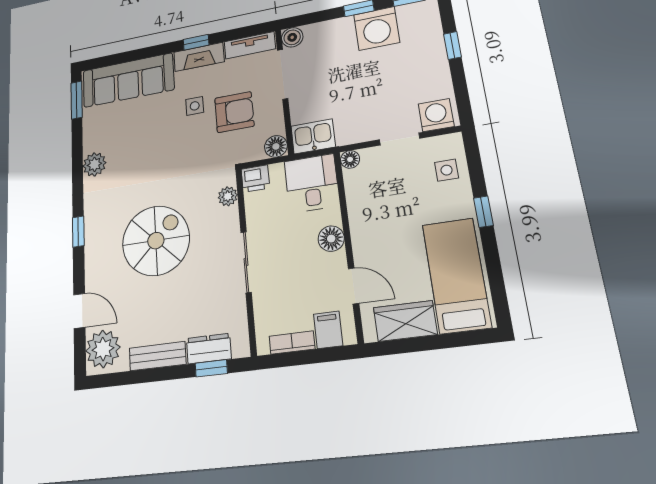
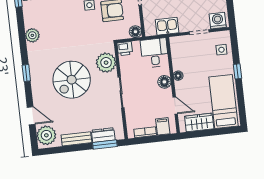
kitchen sink: (313, 136) -> (167, 26), moved
floor lamp: (350, 159) -> (178, 76), moved
plant: (228, 196) -> (106, 63), width x1.88, depth x1.88
spiral stairs: (156, 241) -> (72, 80), turned 180
window: (211, 368) -> (105, 145), width x1.50

